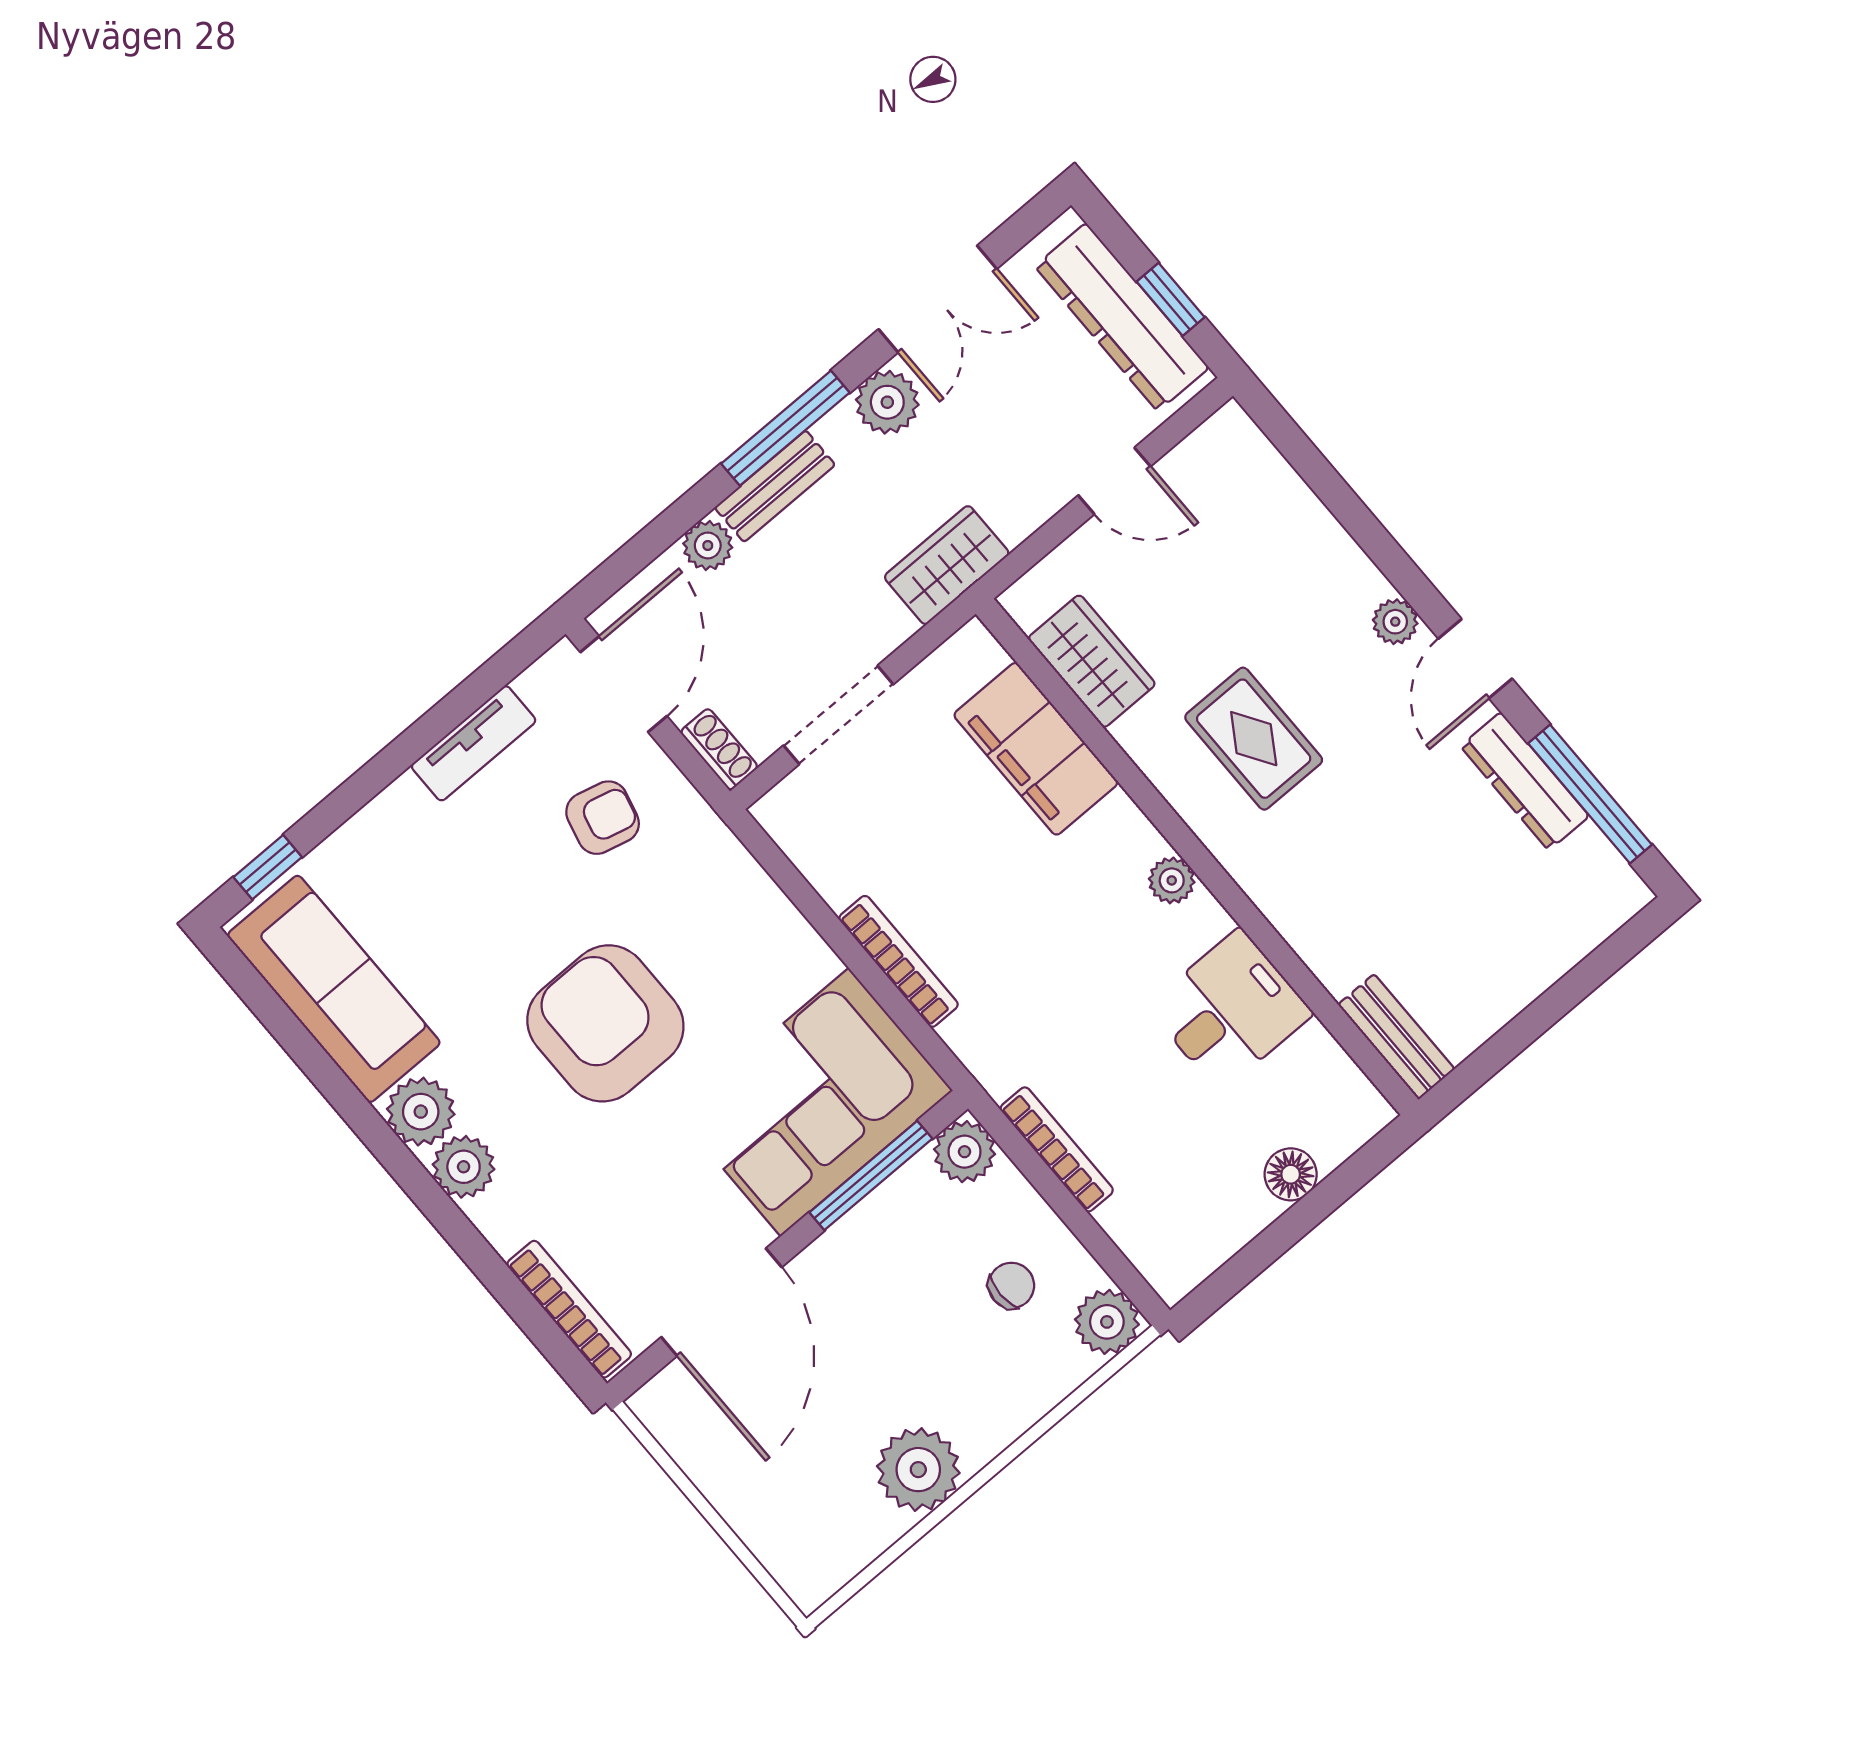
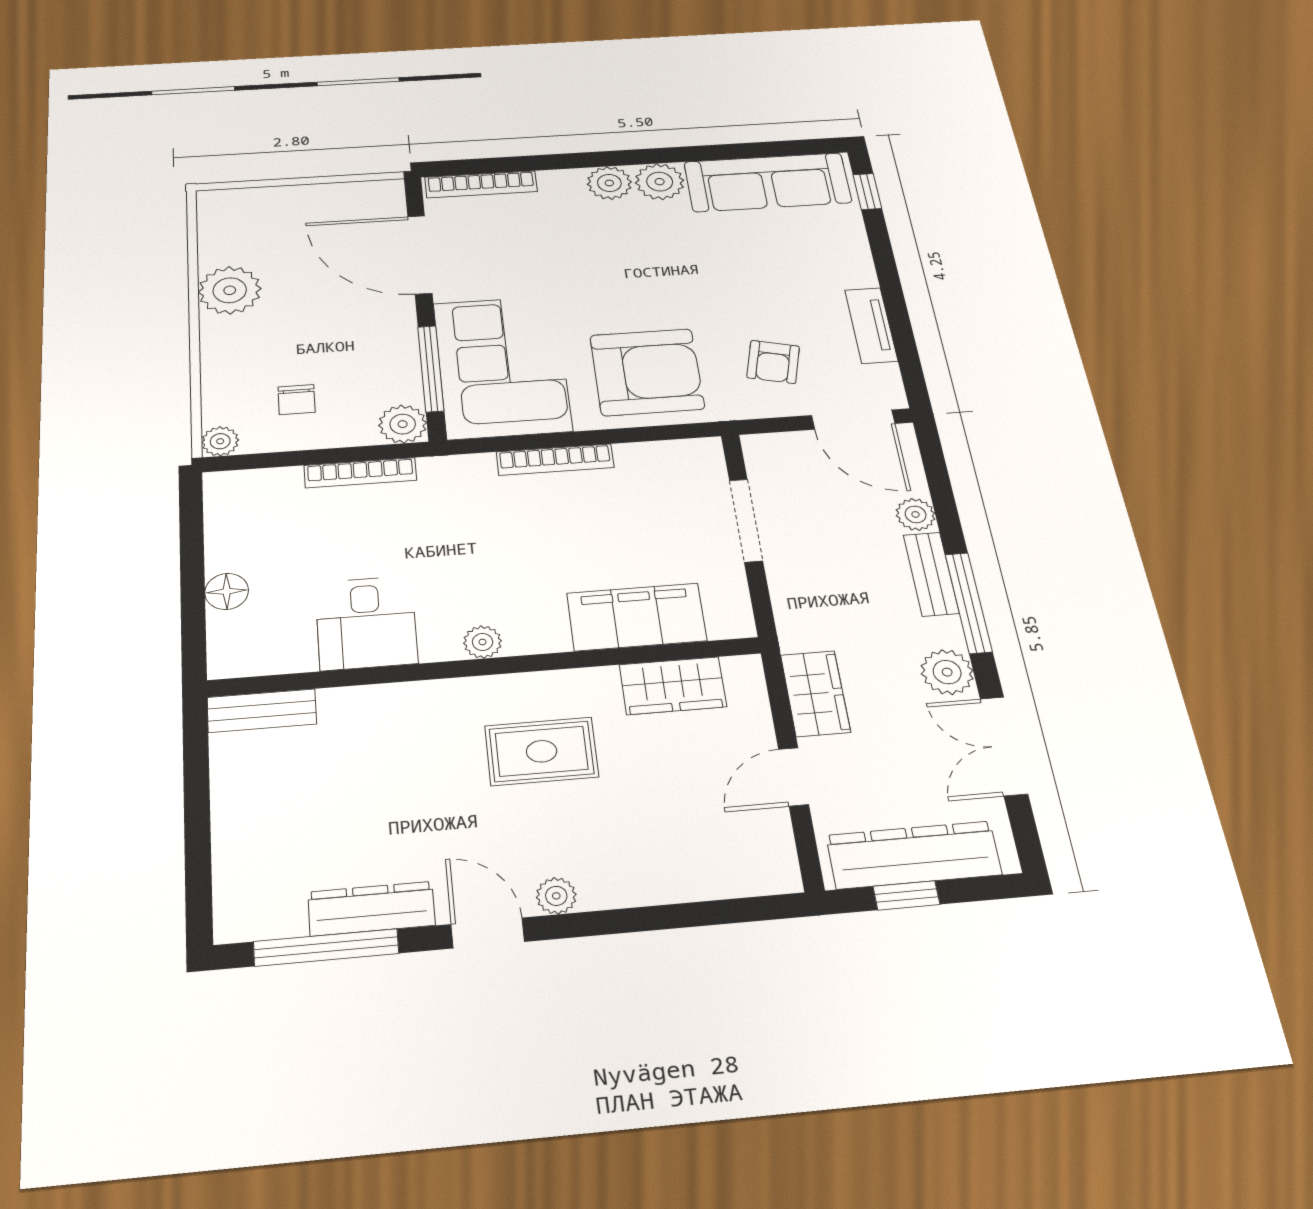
wardrobe: (947, 565) -> (815, 693), moved
shoe rack: (719, 749) -> (772, 445), removed
armchair: (605, 1023) -> (647, 372), moved
plant: (1107, 1322) -> (220, 441), width x0.73, depth x0.73

